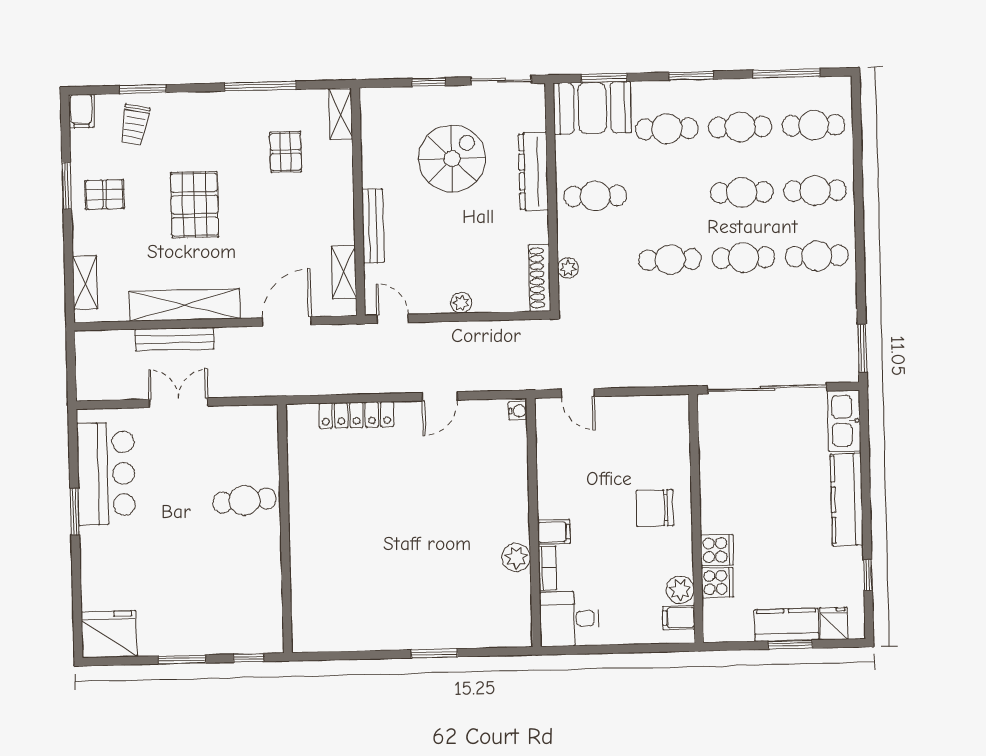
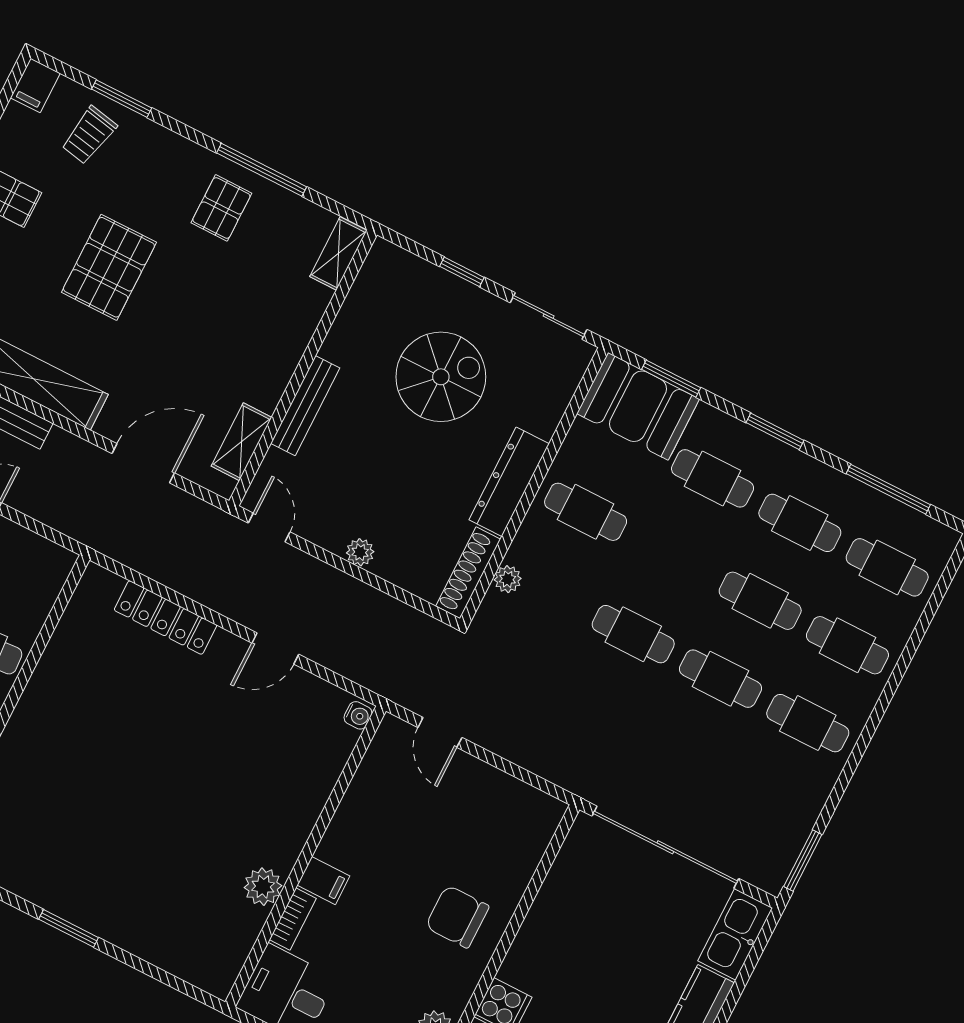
pallet: (286, 152) -> (221, 208), moved
dresser: (533, 171) -> (509, 482), moved
window: (434, 653) -> (69, 928), moved

